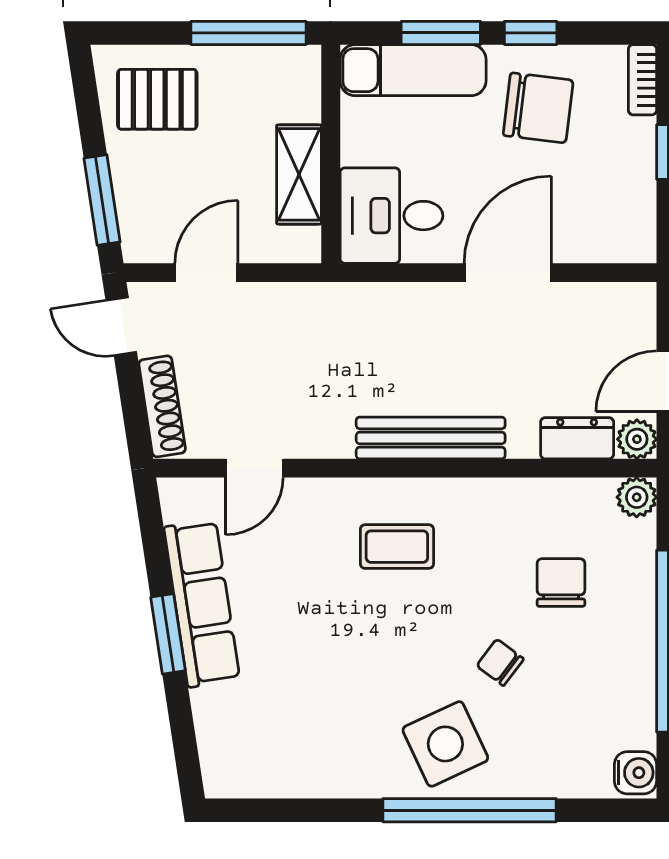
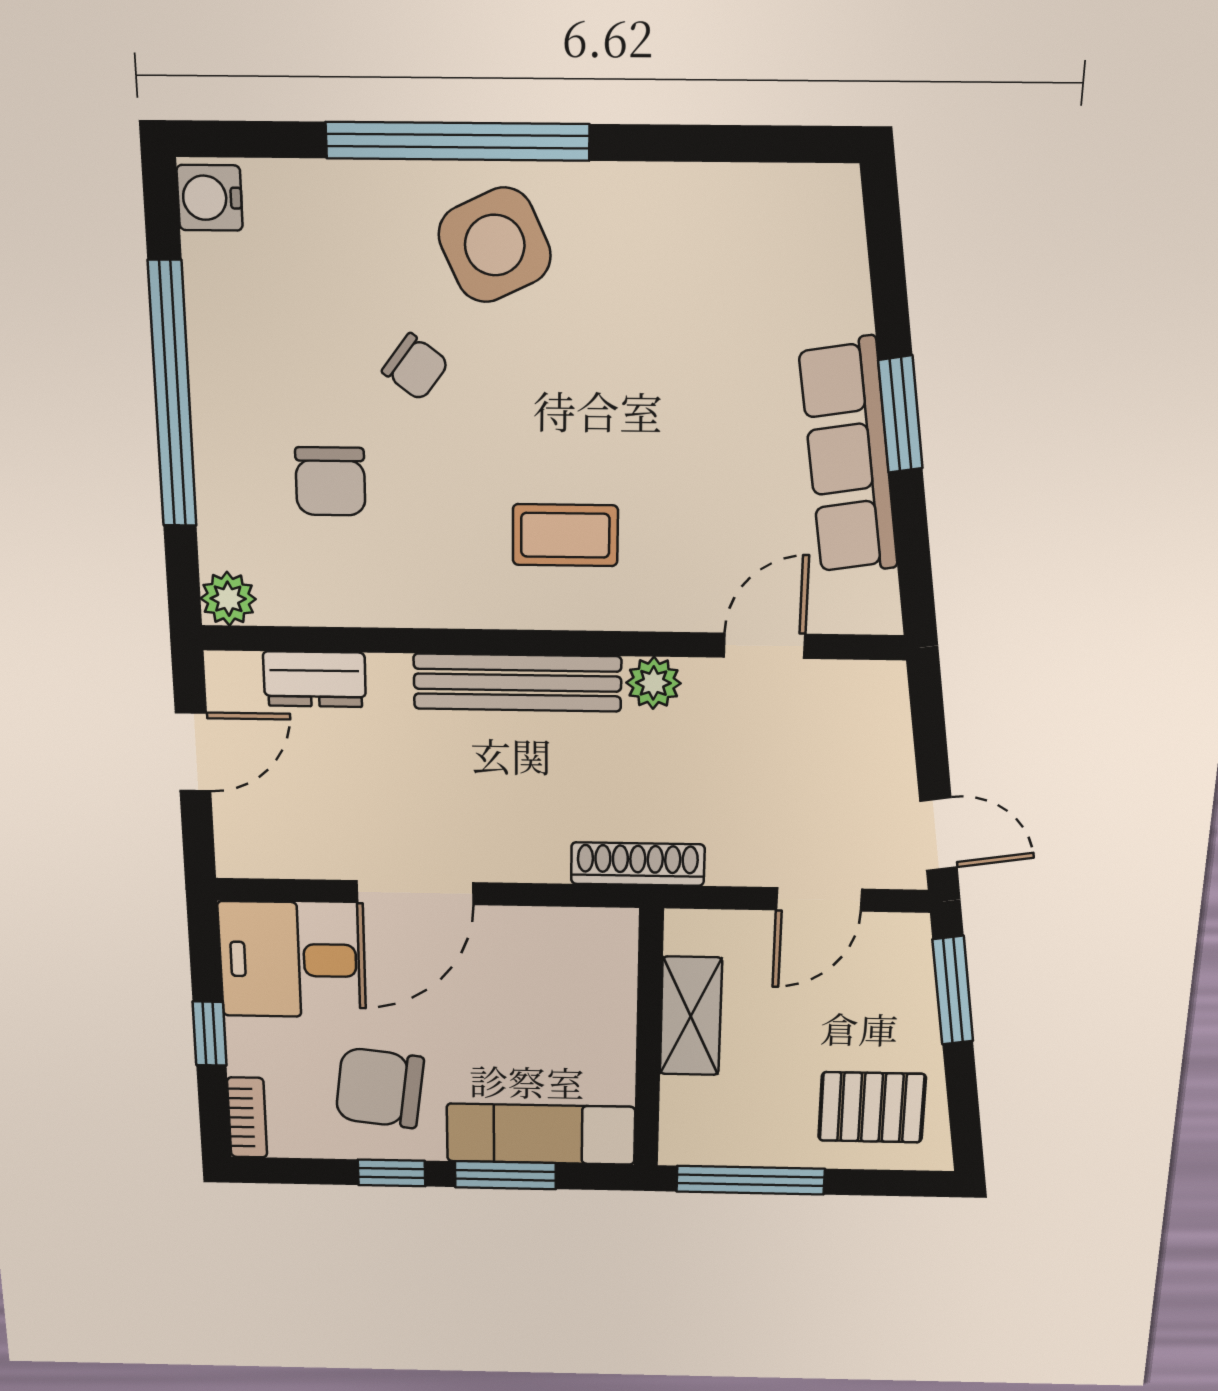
desk: (391, 216) -> (288, 960), moved, turned 180
shoe rack: (162, 406) -> (638, 864), moved, turned 99
plant: (637, 439) -> (653, 683), moved

